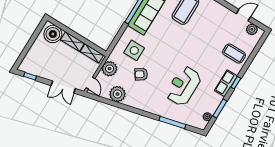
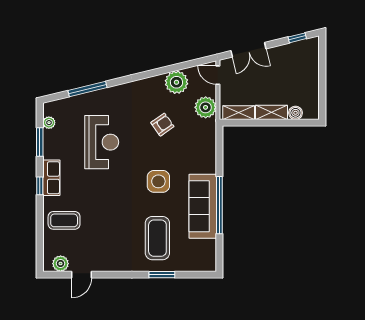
boiler: (53, 34) -> (295, 113), width x0.54, depth x0.54
side table: (134, 50) -> (158, 181), moved
double door: (63, 87) -> (248, 50), swing flipped

